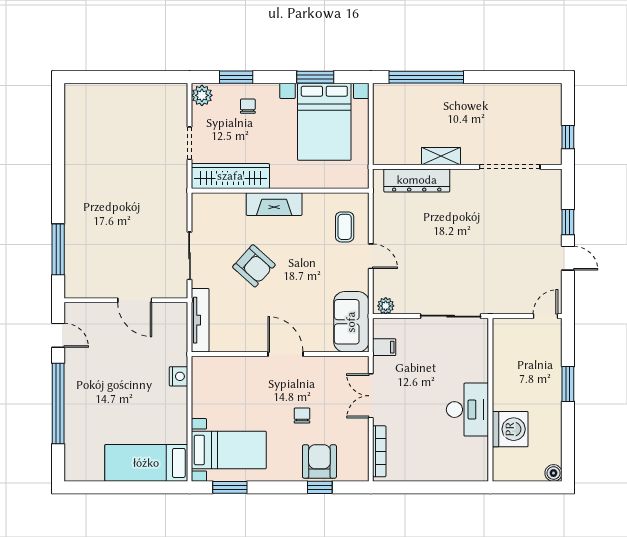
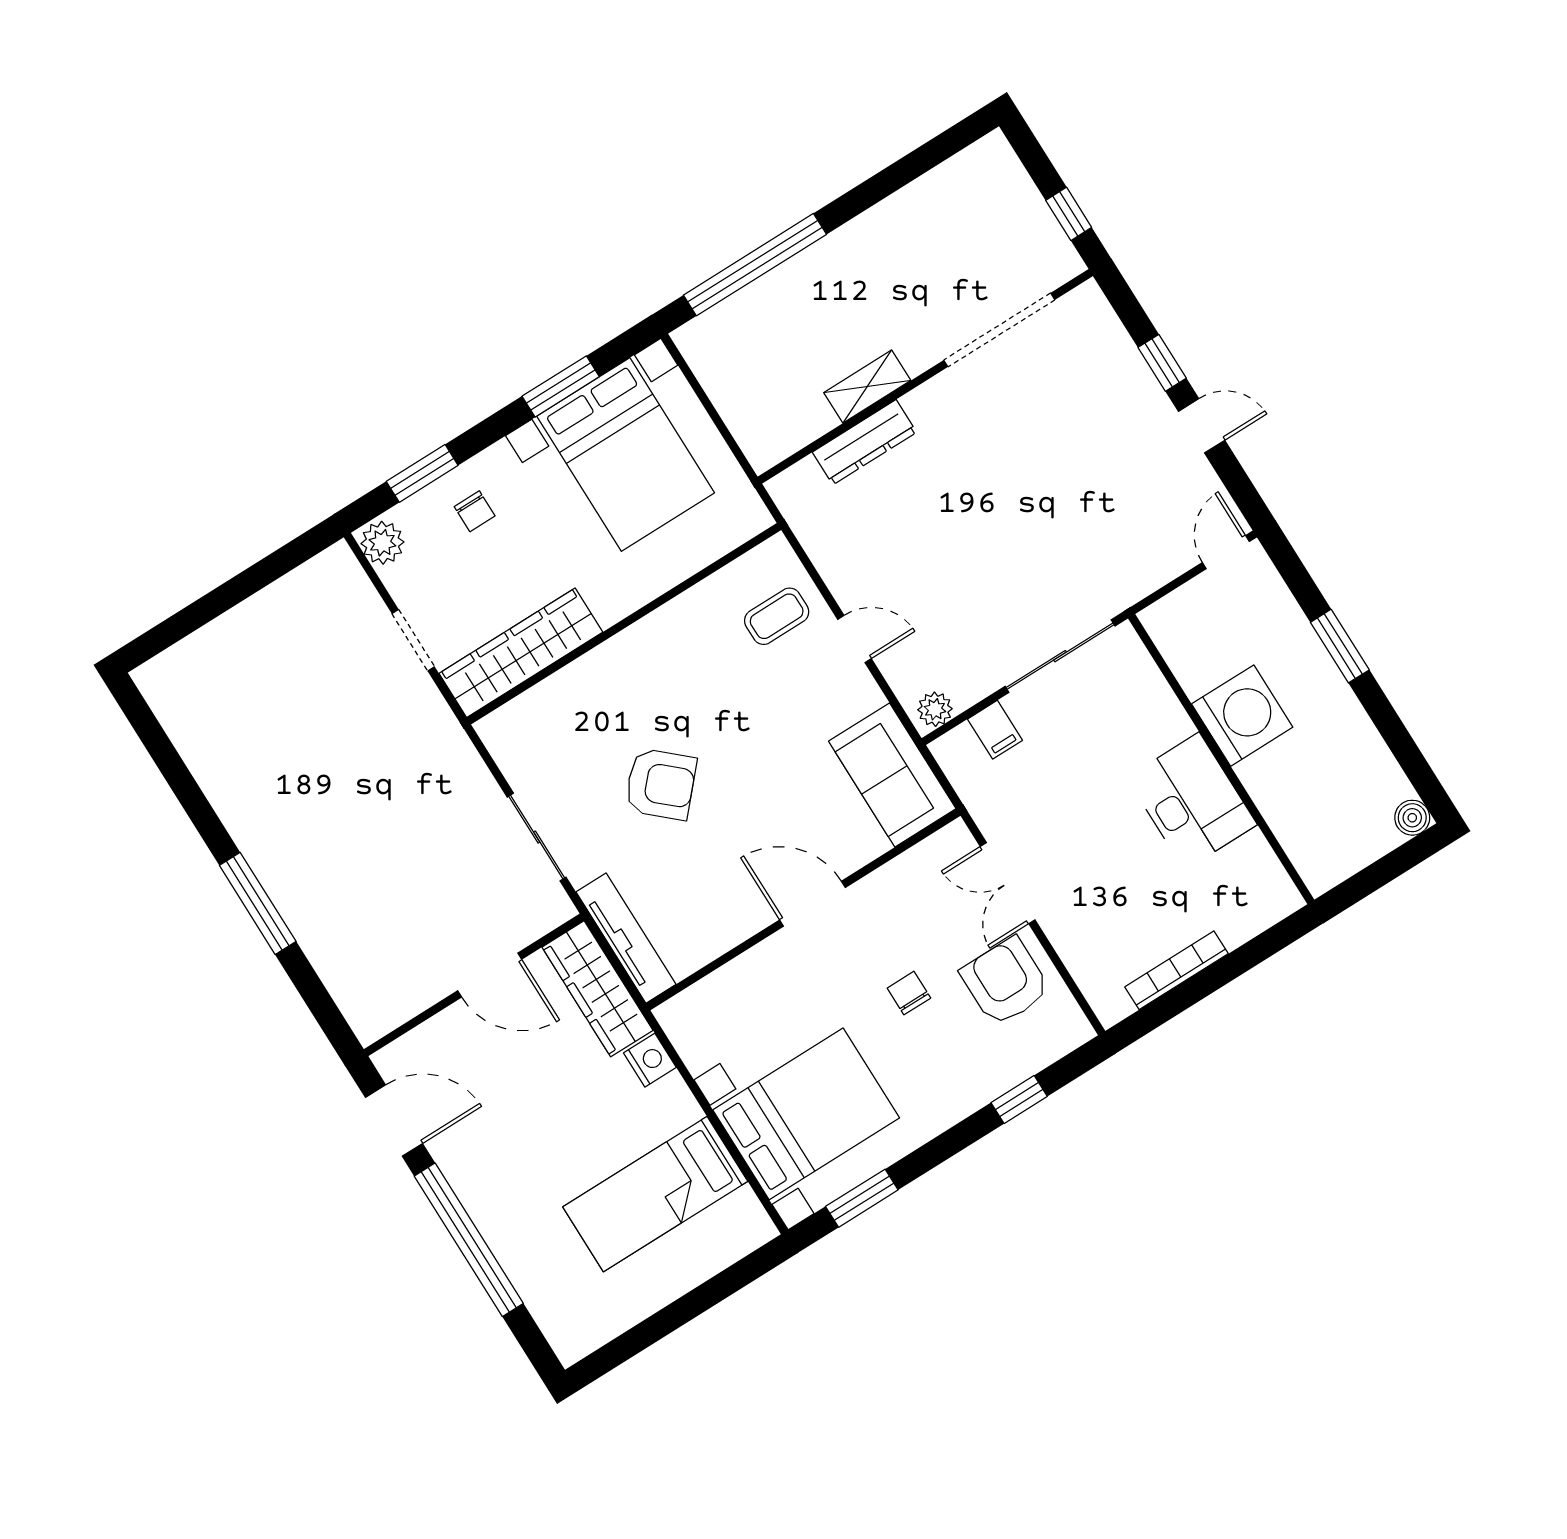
chair: (248, 106) -> (475, 511), turned 180
dresser: (417, 180) -> (865, 442), width x0.73, depth x0.80
fireplace: (274, 204) -> (628, 654), removed
coffee table: (345, 227) -> (777, 616), turned 90
window: (58, 249) -> (258, 903), moved
wardrobe: (175, 334) -> (597, 989), added
door: (58, 335) -> (394, 1121), width x1.38
filing cabinet: (384, 347) -> (995, 730), moved, turned 90
washing machine: (510, 429) -> (1242, 716), moved
bed with nightstands: (229, 450) -> (806, 1114), width x1.36
bookcase: (379, 451) -> (1176, 970), moved, turned -90
armchair: (319, 461) -> (1005, 982), moved
bed: (146, 463) -> (655, 1194), moved

